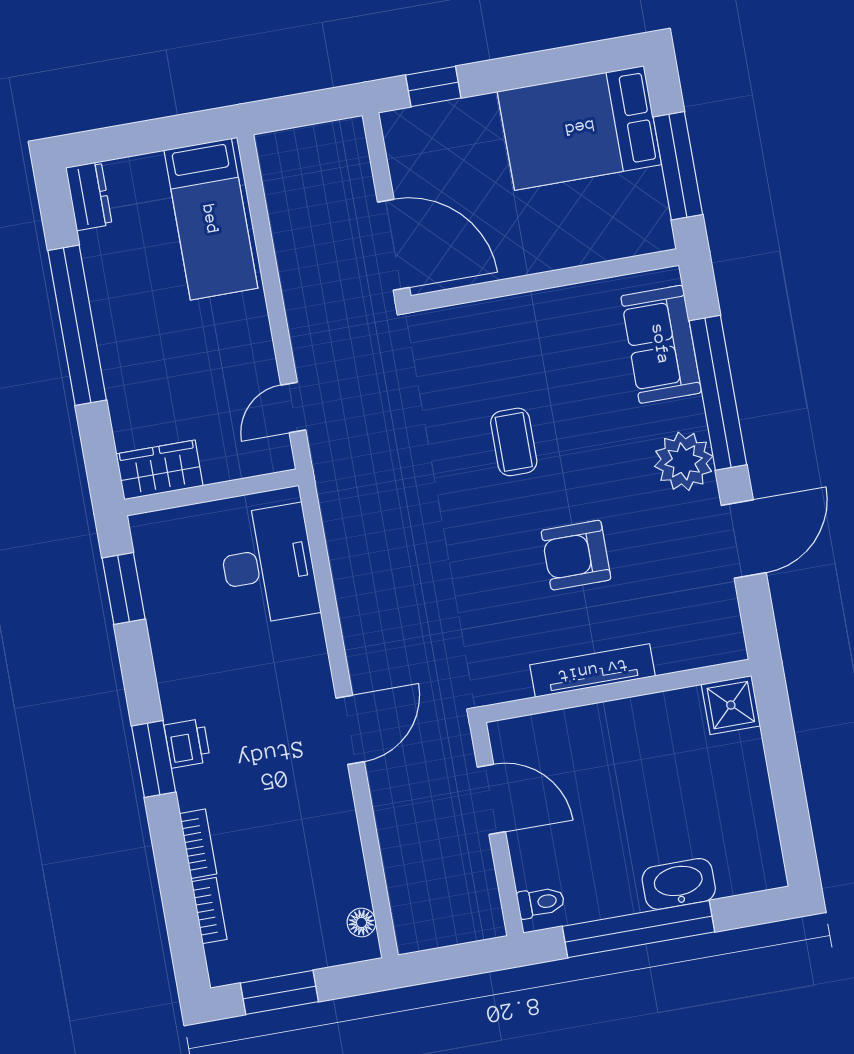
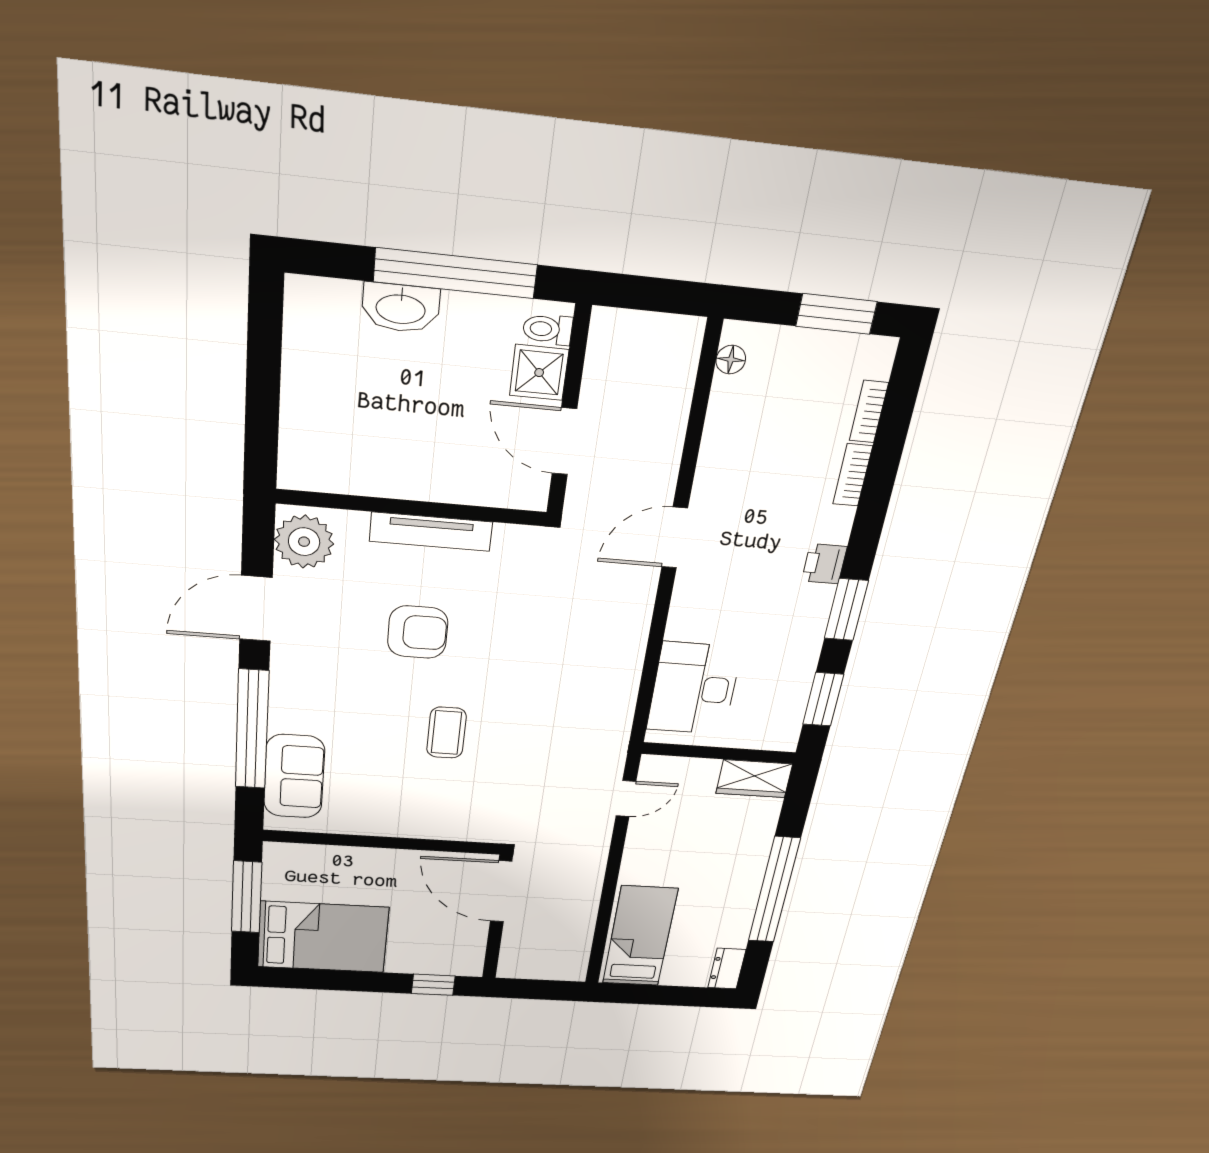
plant: (684, 461) -> (304, 542), moved
shower: (731, 705) -> (539, 373), moved
window: (154, 759) -> (846, 610), moved

